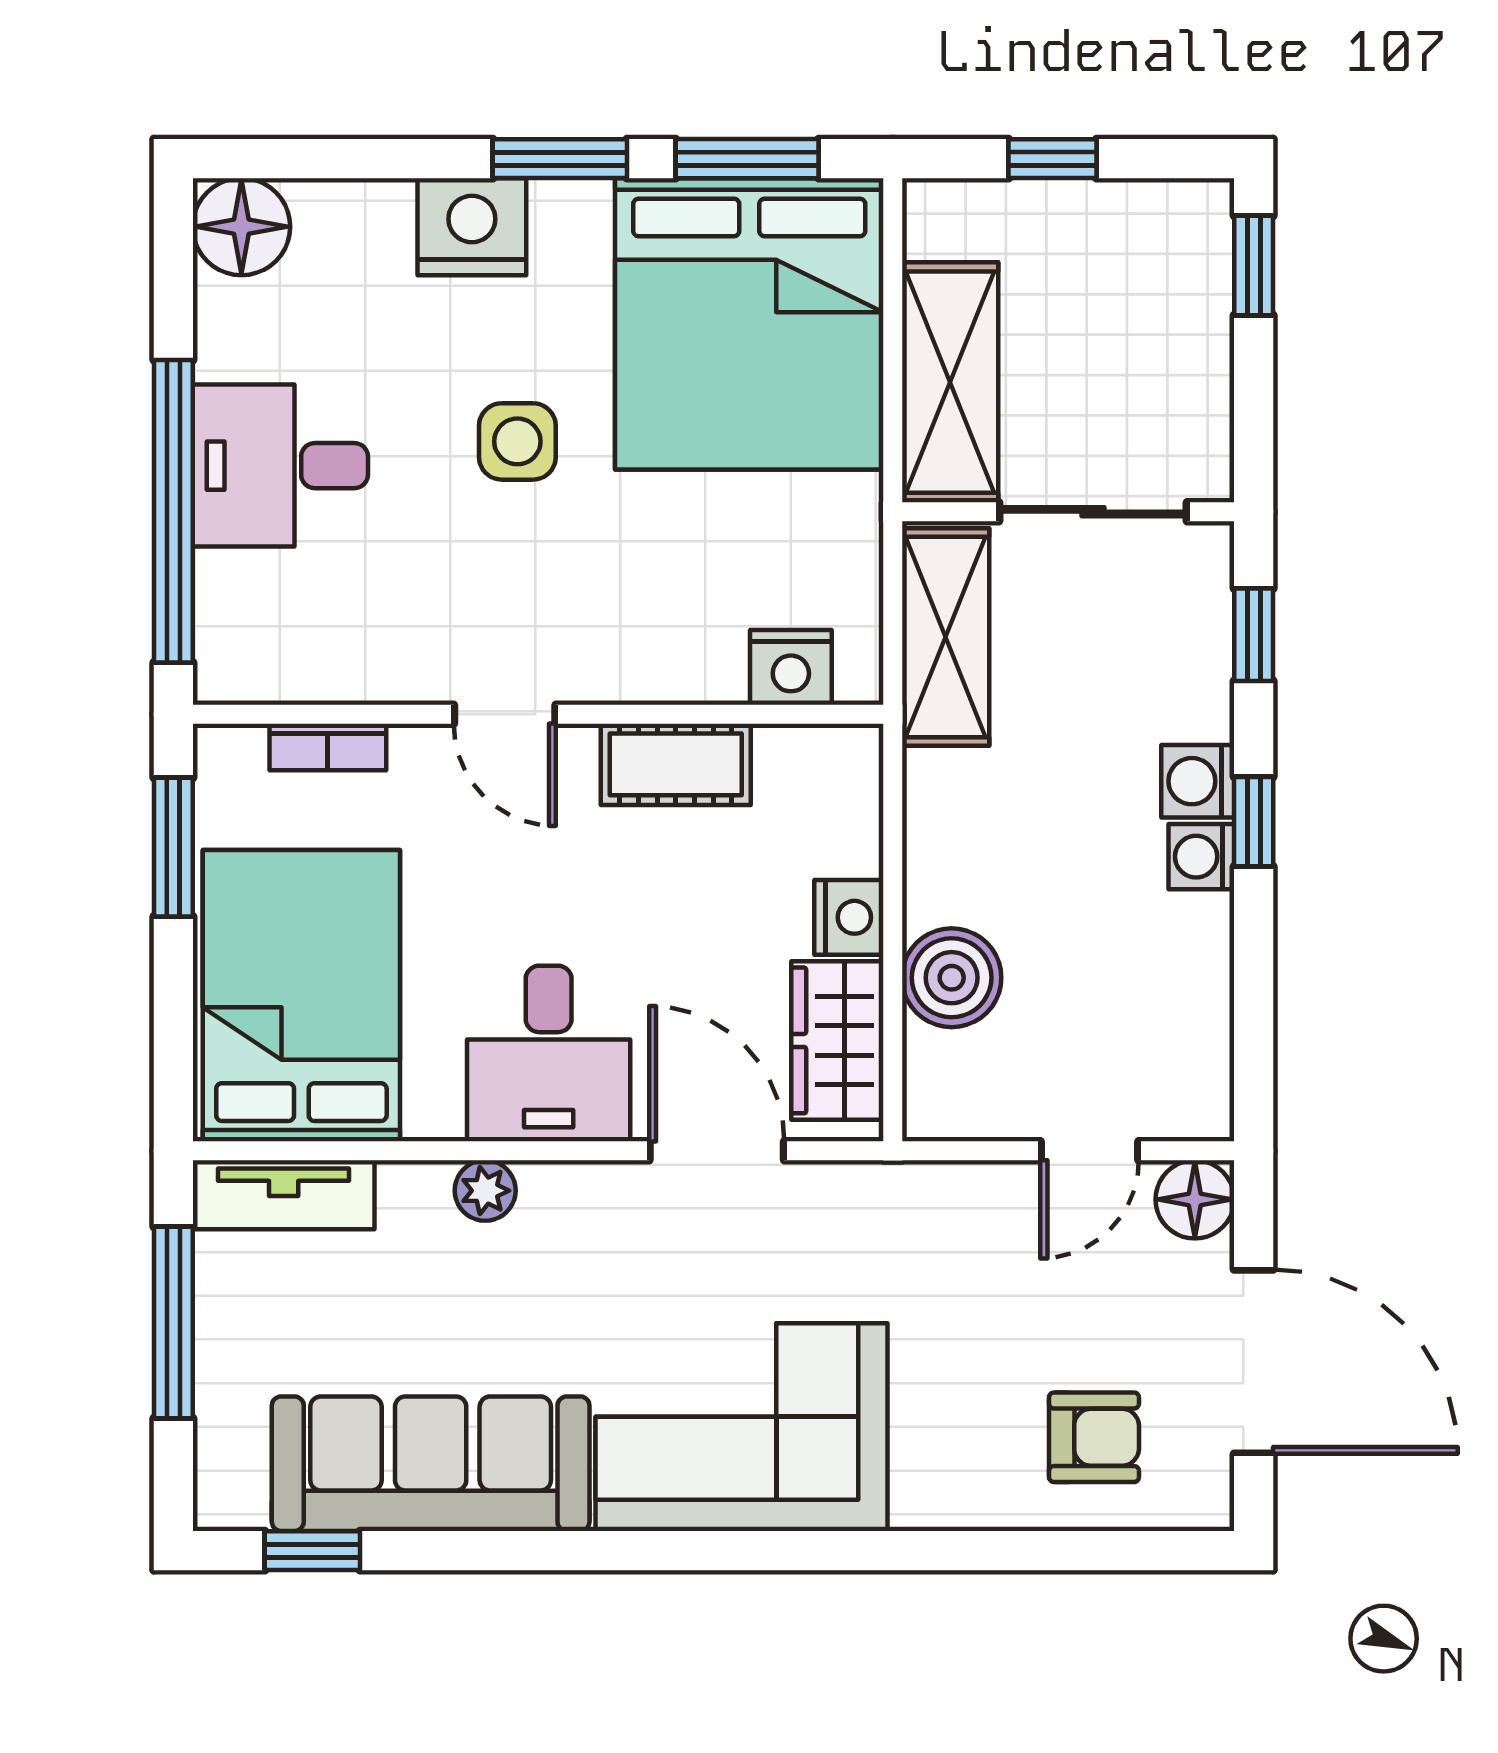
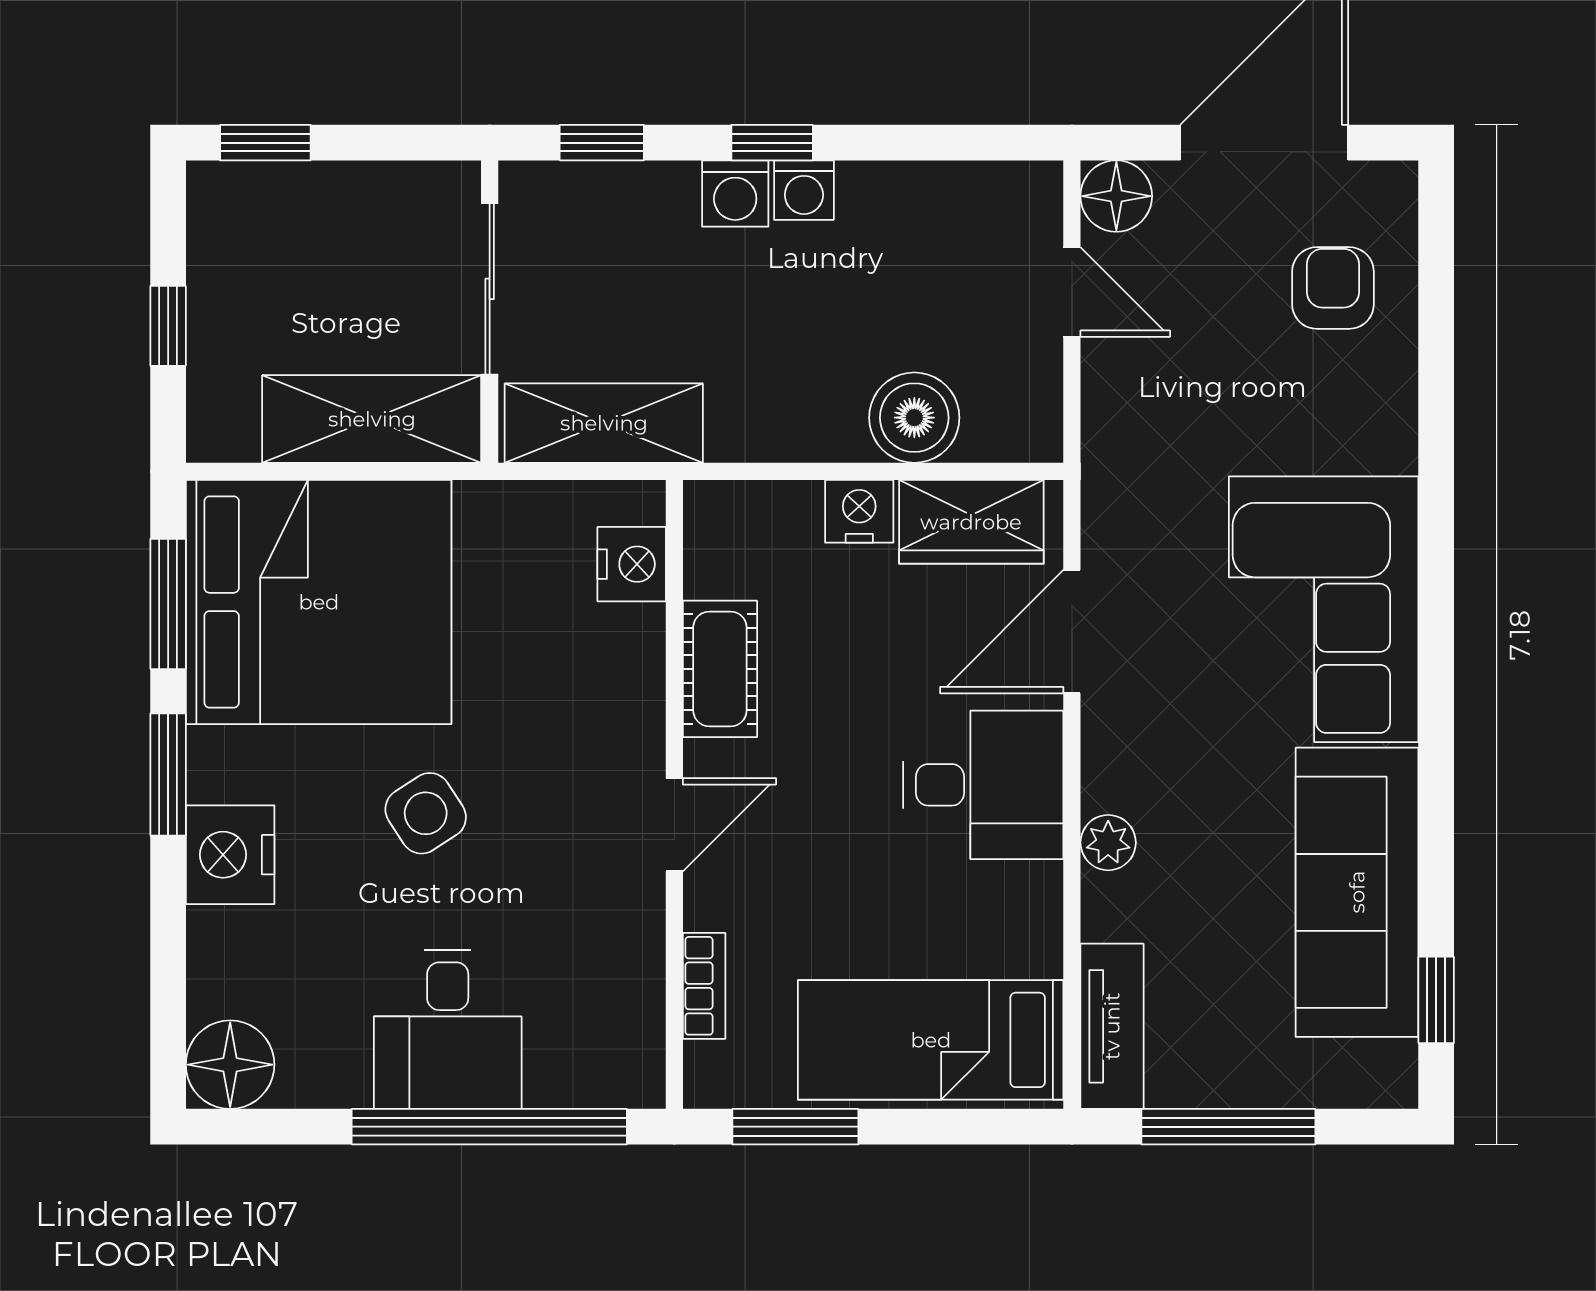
side table: (517, 441) -> (426, 813), turned -33
bed: (301, 996) -> (931, 1040), width x0.67

